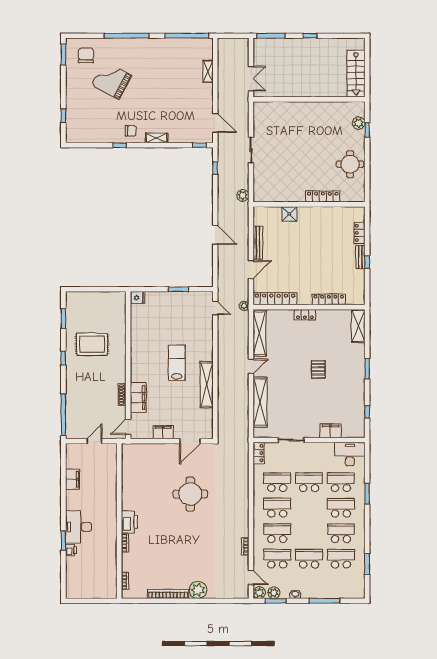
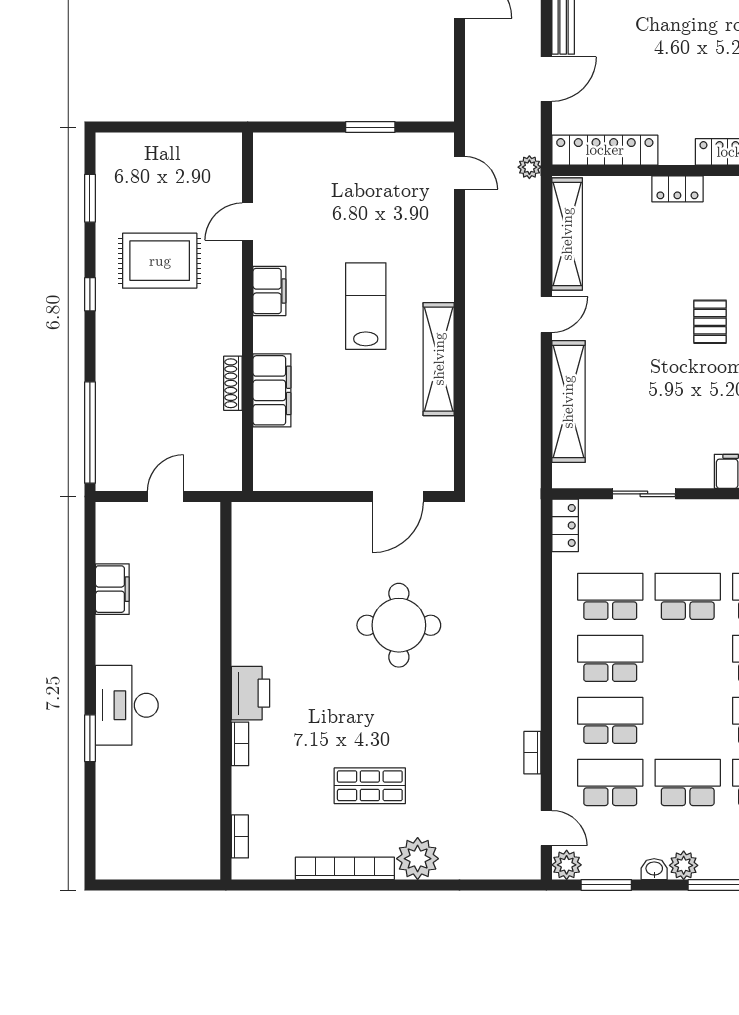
fridge: (138, 298) -> (271, 147), removed
door: (128, 427) -> (248, 222), moved
filing cabinet: (163, 432) -> (269, 291), moved, turned 90
printer: (71, 550) -> (109, 762), removed
shop shelf: (178, 560) -> (370, 786), added
plant: (274, 593) -> (684, 865), moved

